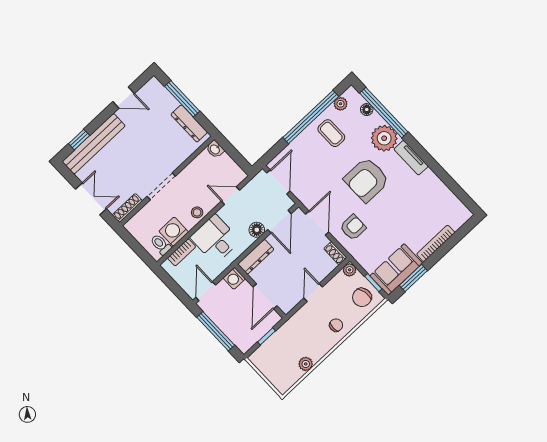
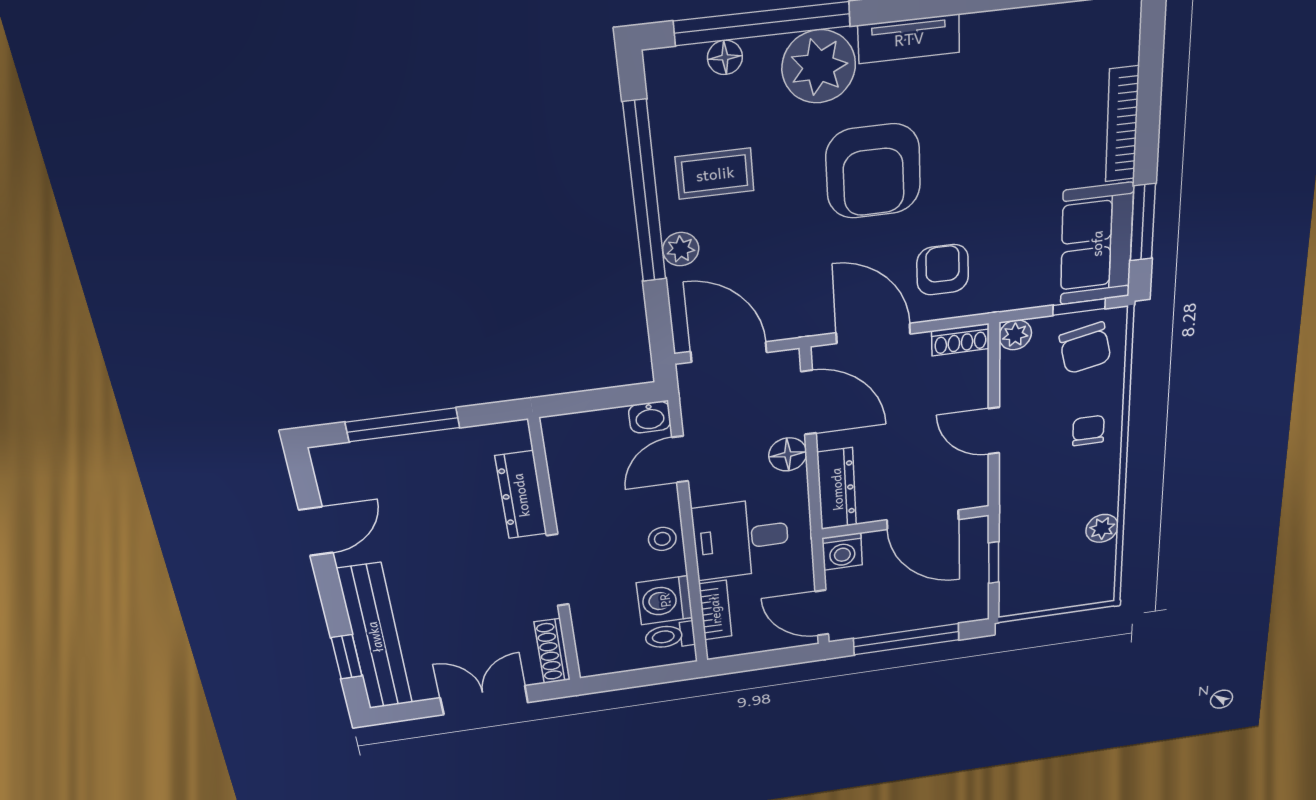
plant: (341, 104) -> (681, 249), moved
dresser: (189, 123) -> (521, 495), moved, turned 90
washbasin: (215, 149) -> (650, 417), moved

